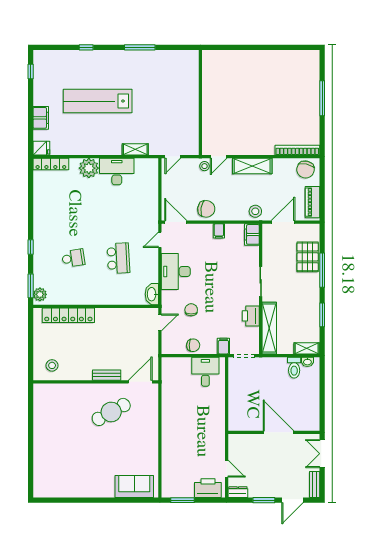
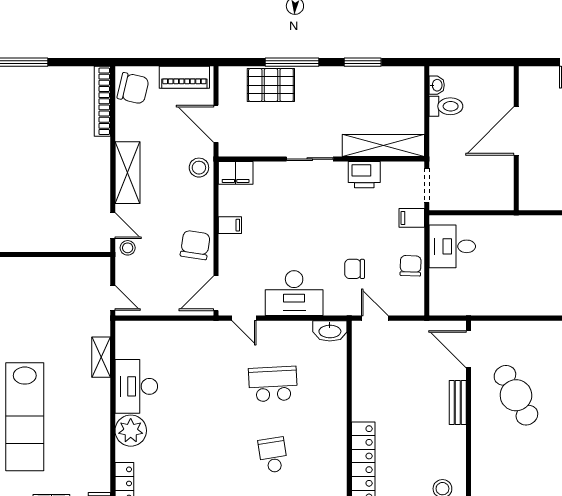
shelving: (307, 348) -> (416, 86), removed
wall: (274, 432) -> (516, 138), moved
door: (279, 432) -> (516, 131), moved

